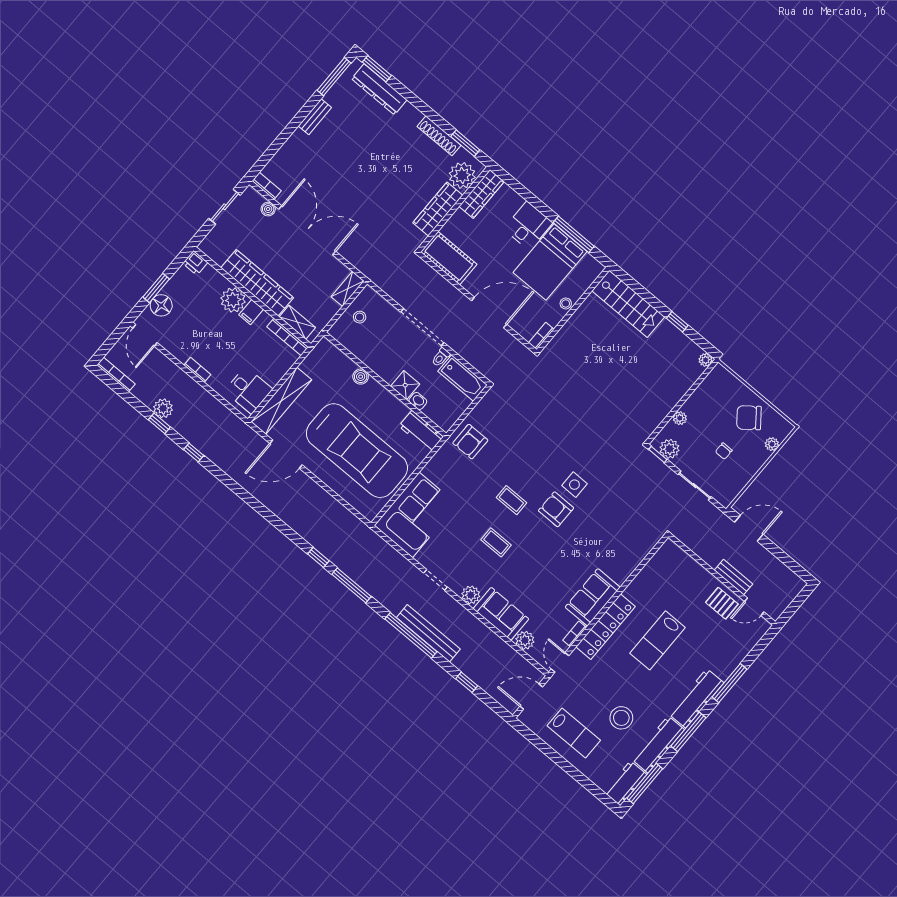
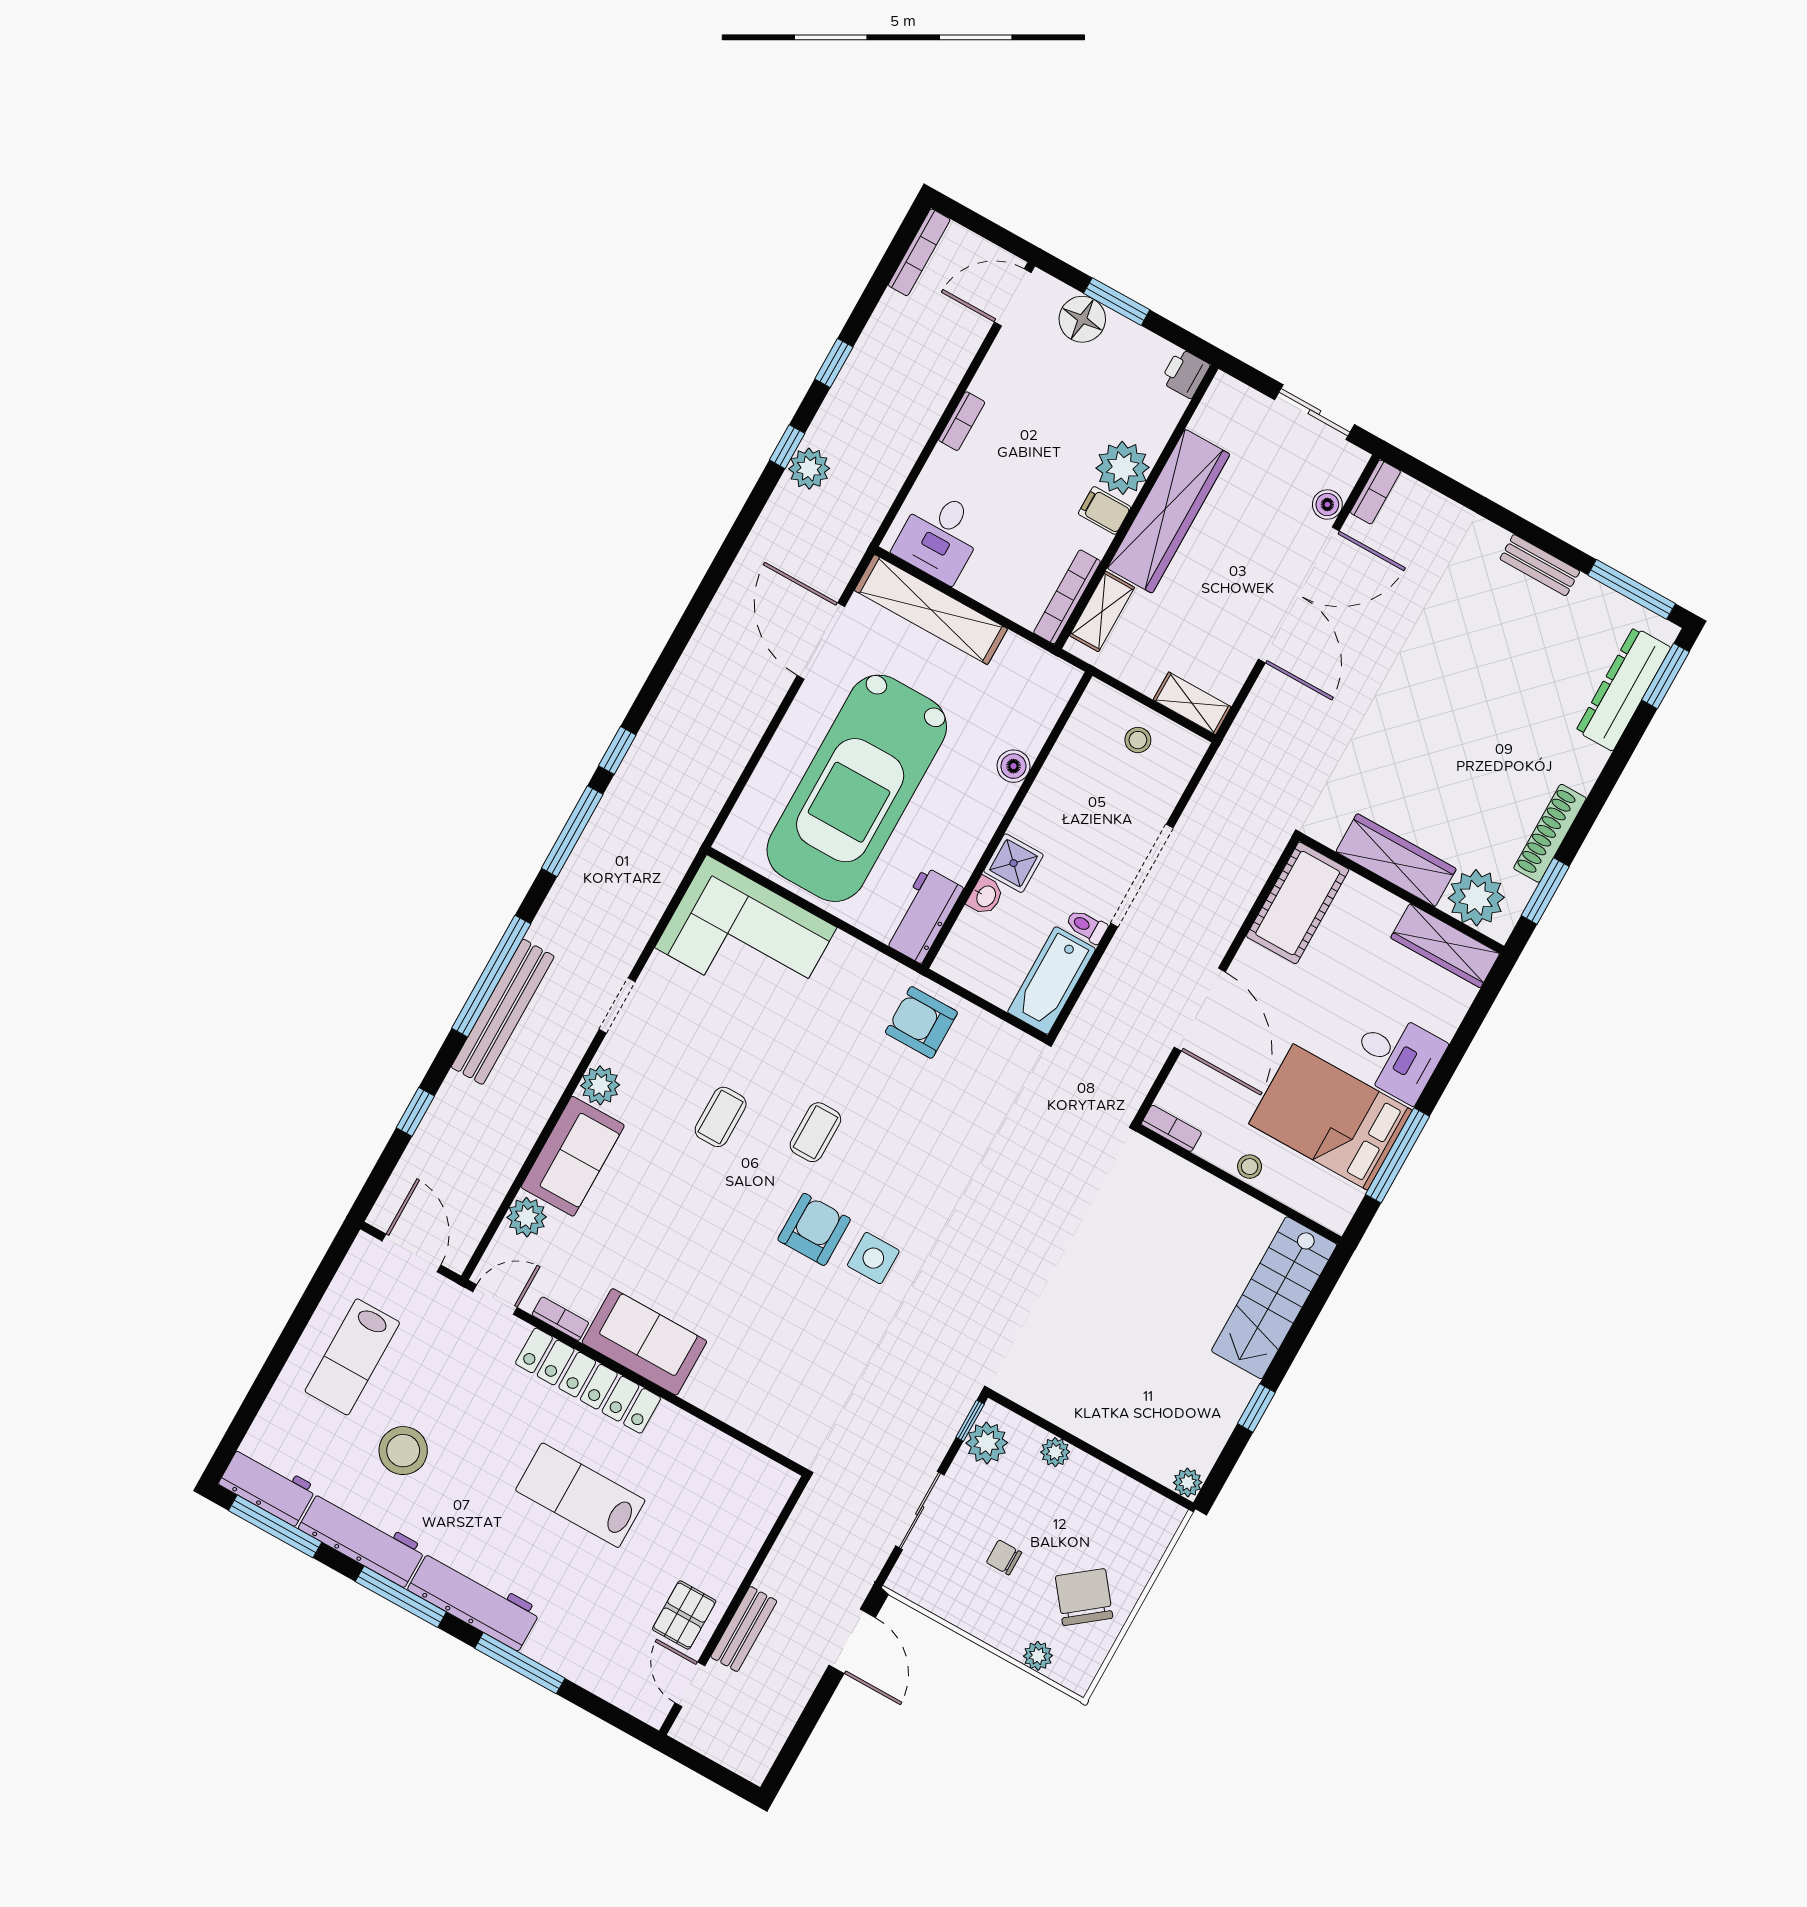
plant: (163, 408) -> (809, 469), moved

